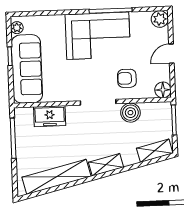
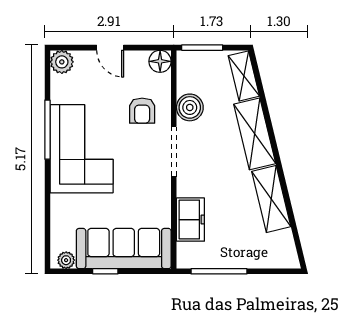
shelving: (106, 165) -> (255, 134), width x1.50, depth x1.33
shelving: (56, 177) -> (271, 199), width x0.68

